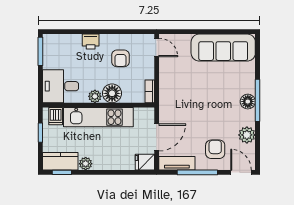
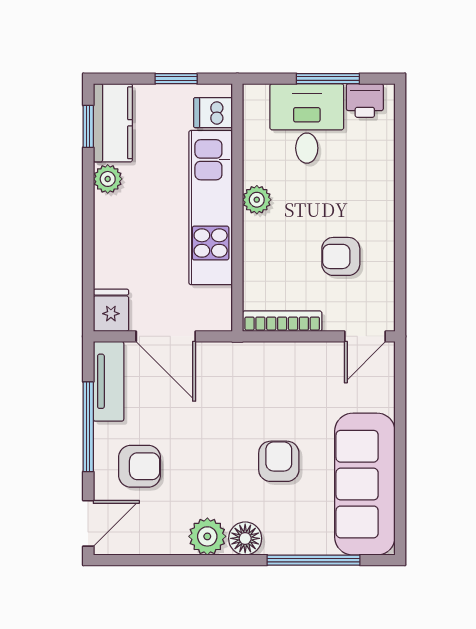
printer: (91, 42) -> (365, 101), moved, turned -90
window: (40, 51) -> (328, 79), moved
desk: (61, 86) -> (307, 123), moved
armchair: (213, 86) -> (279, 461), added
bookcase: (150, 91) -> (282, 321), width x1.56
floor lamp: (112, 93) -> (263, 238), removed
window: (258, 100) -> (313, 560), moved
plant: (247, 135) -> (207, 536), moved

